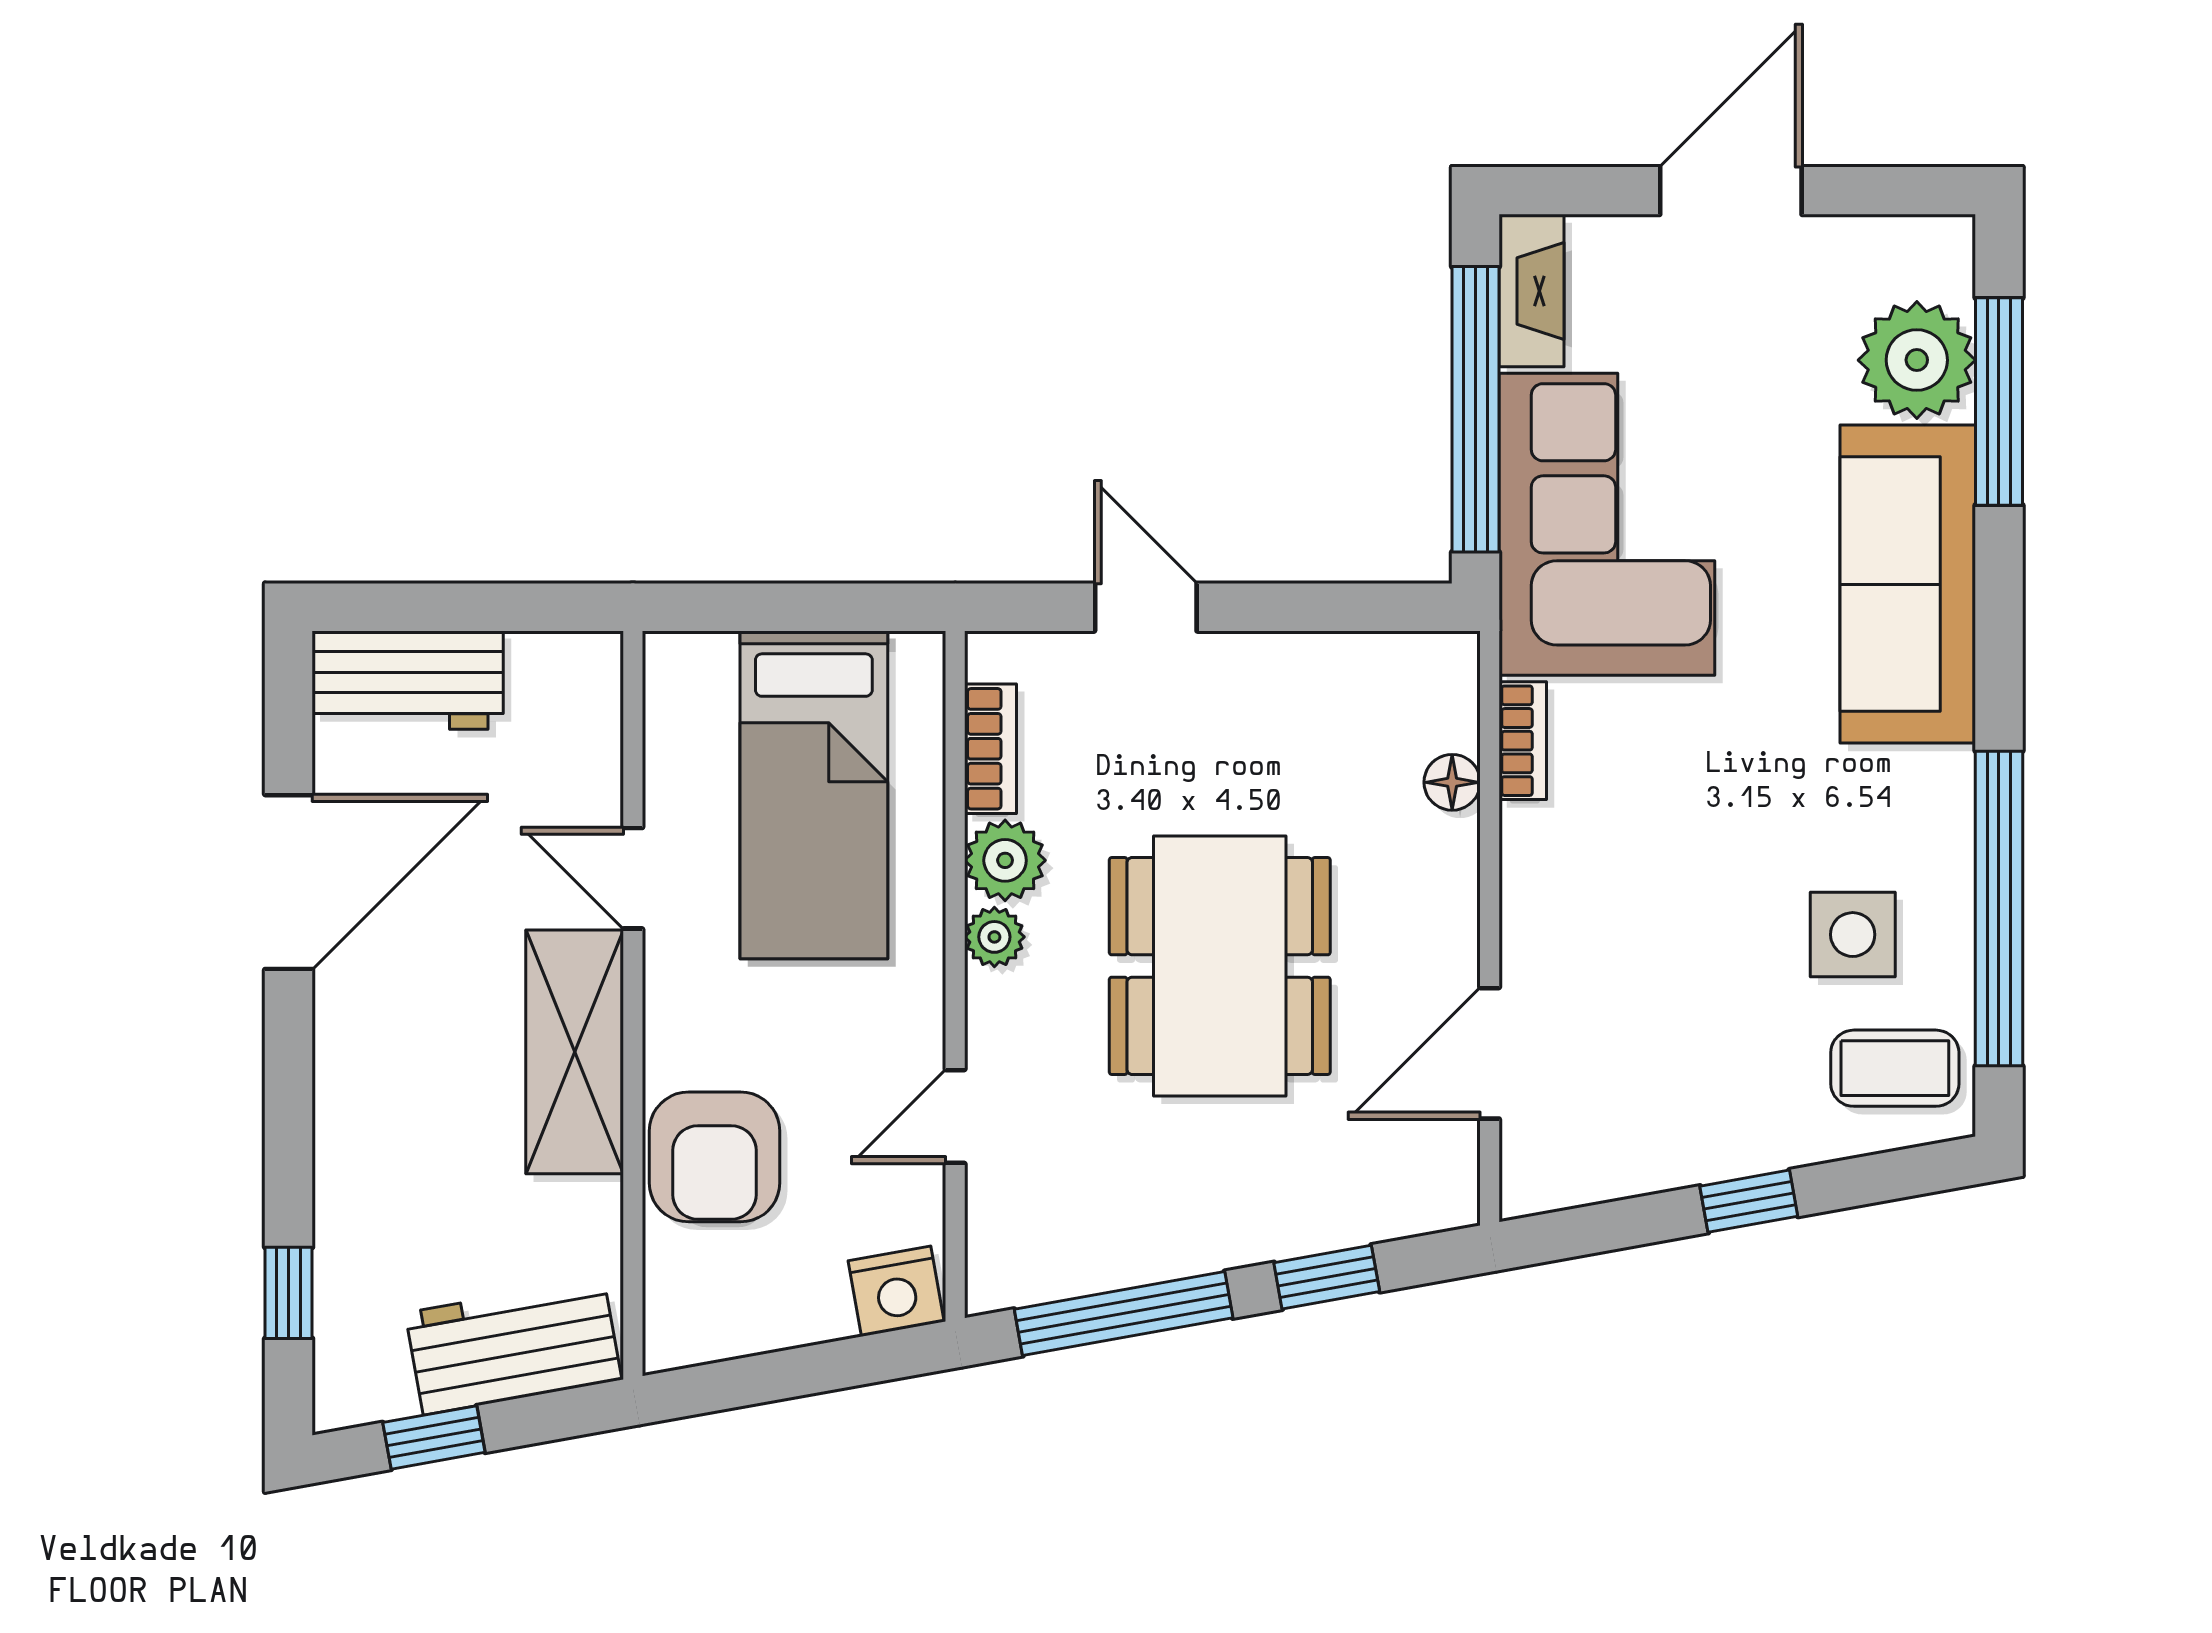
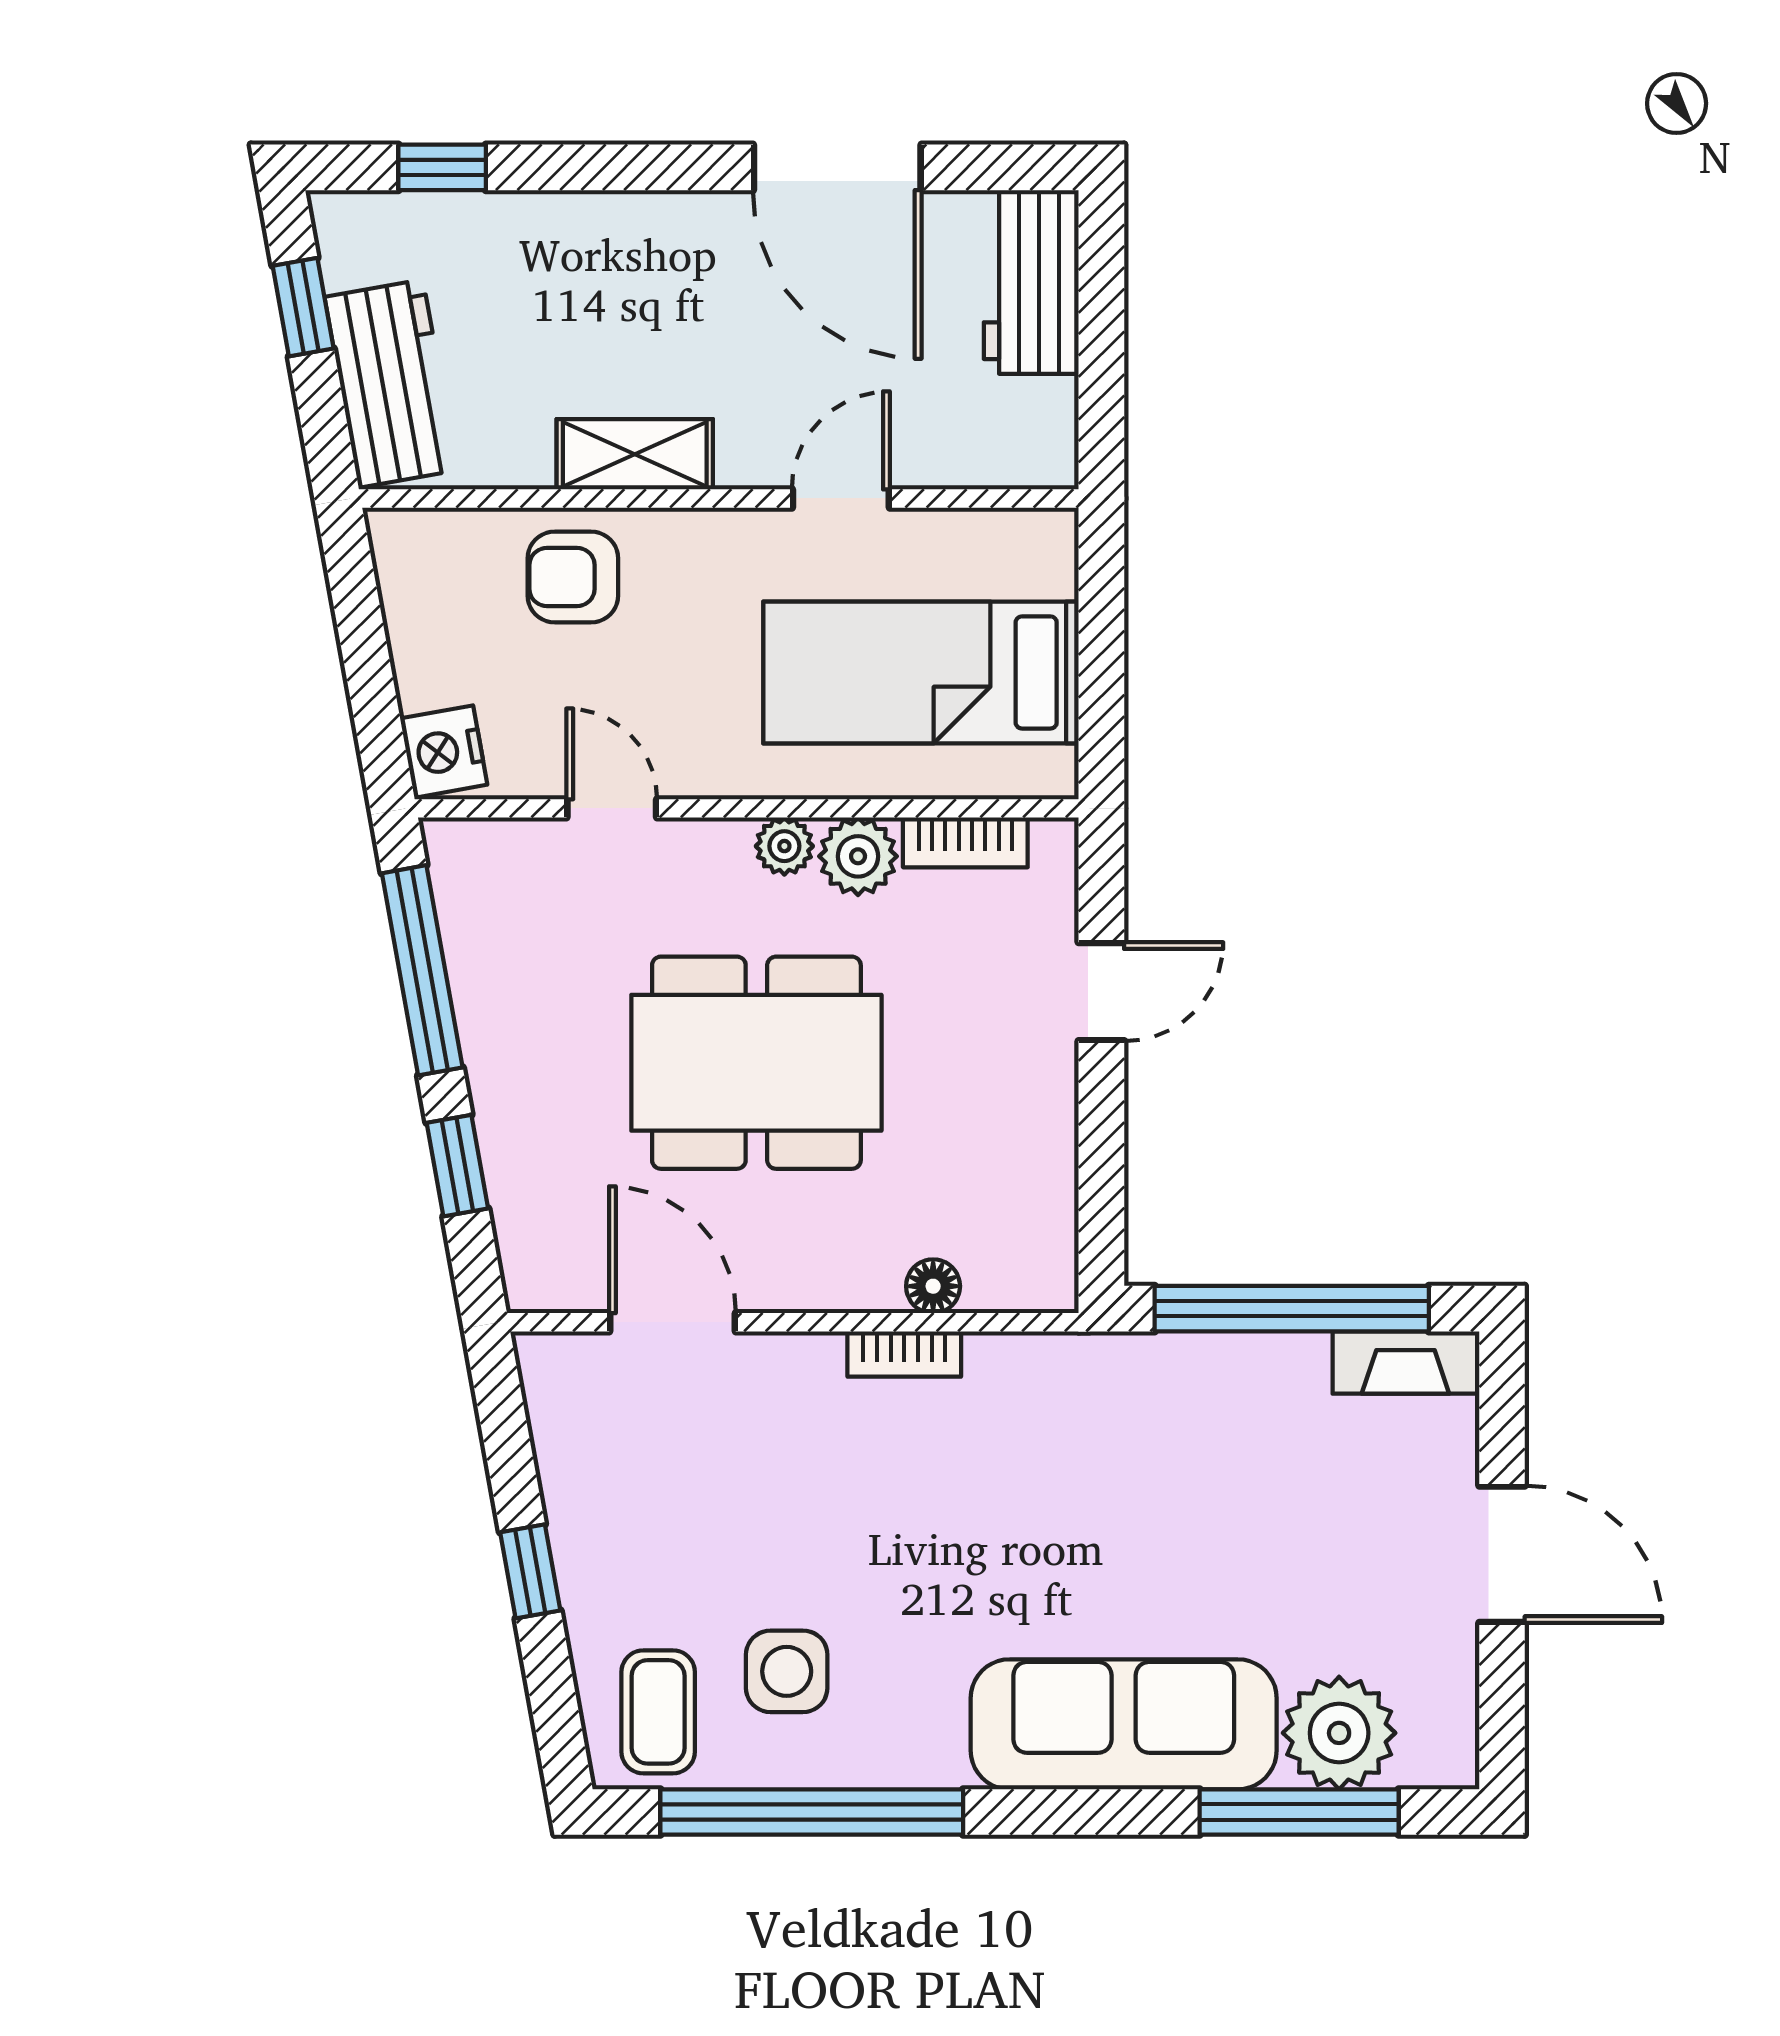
corner sofa: (1607, 524) -> (1181, 1435), removed
bookcase: (1523, 741) -> (904, 1354), moved
shelving: (575, 1052) -> (635, 454), width x0.67, depth x0.75
armchair: (715, 1157) -> (573, 577), width x0.72, depth x0.72

